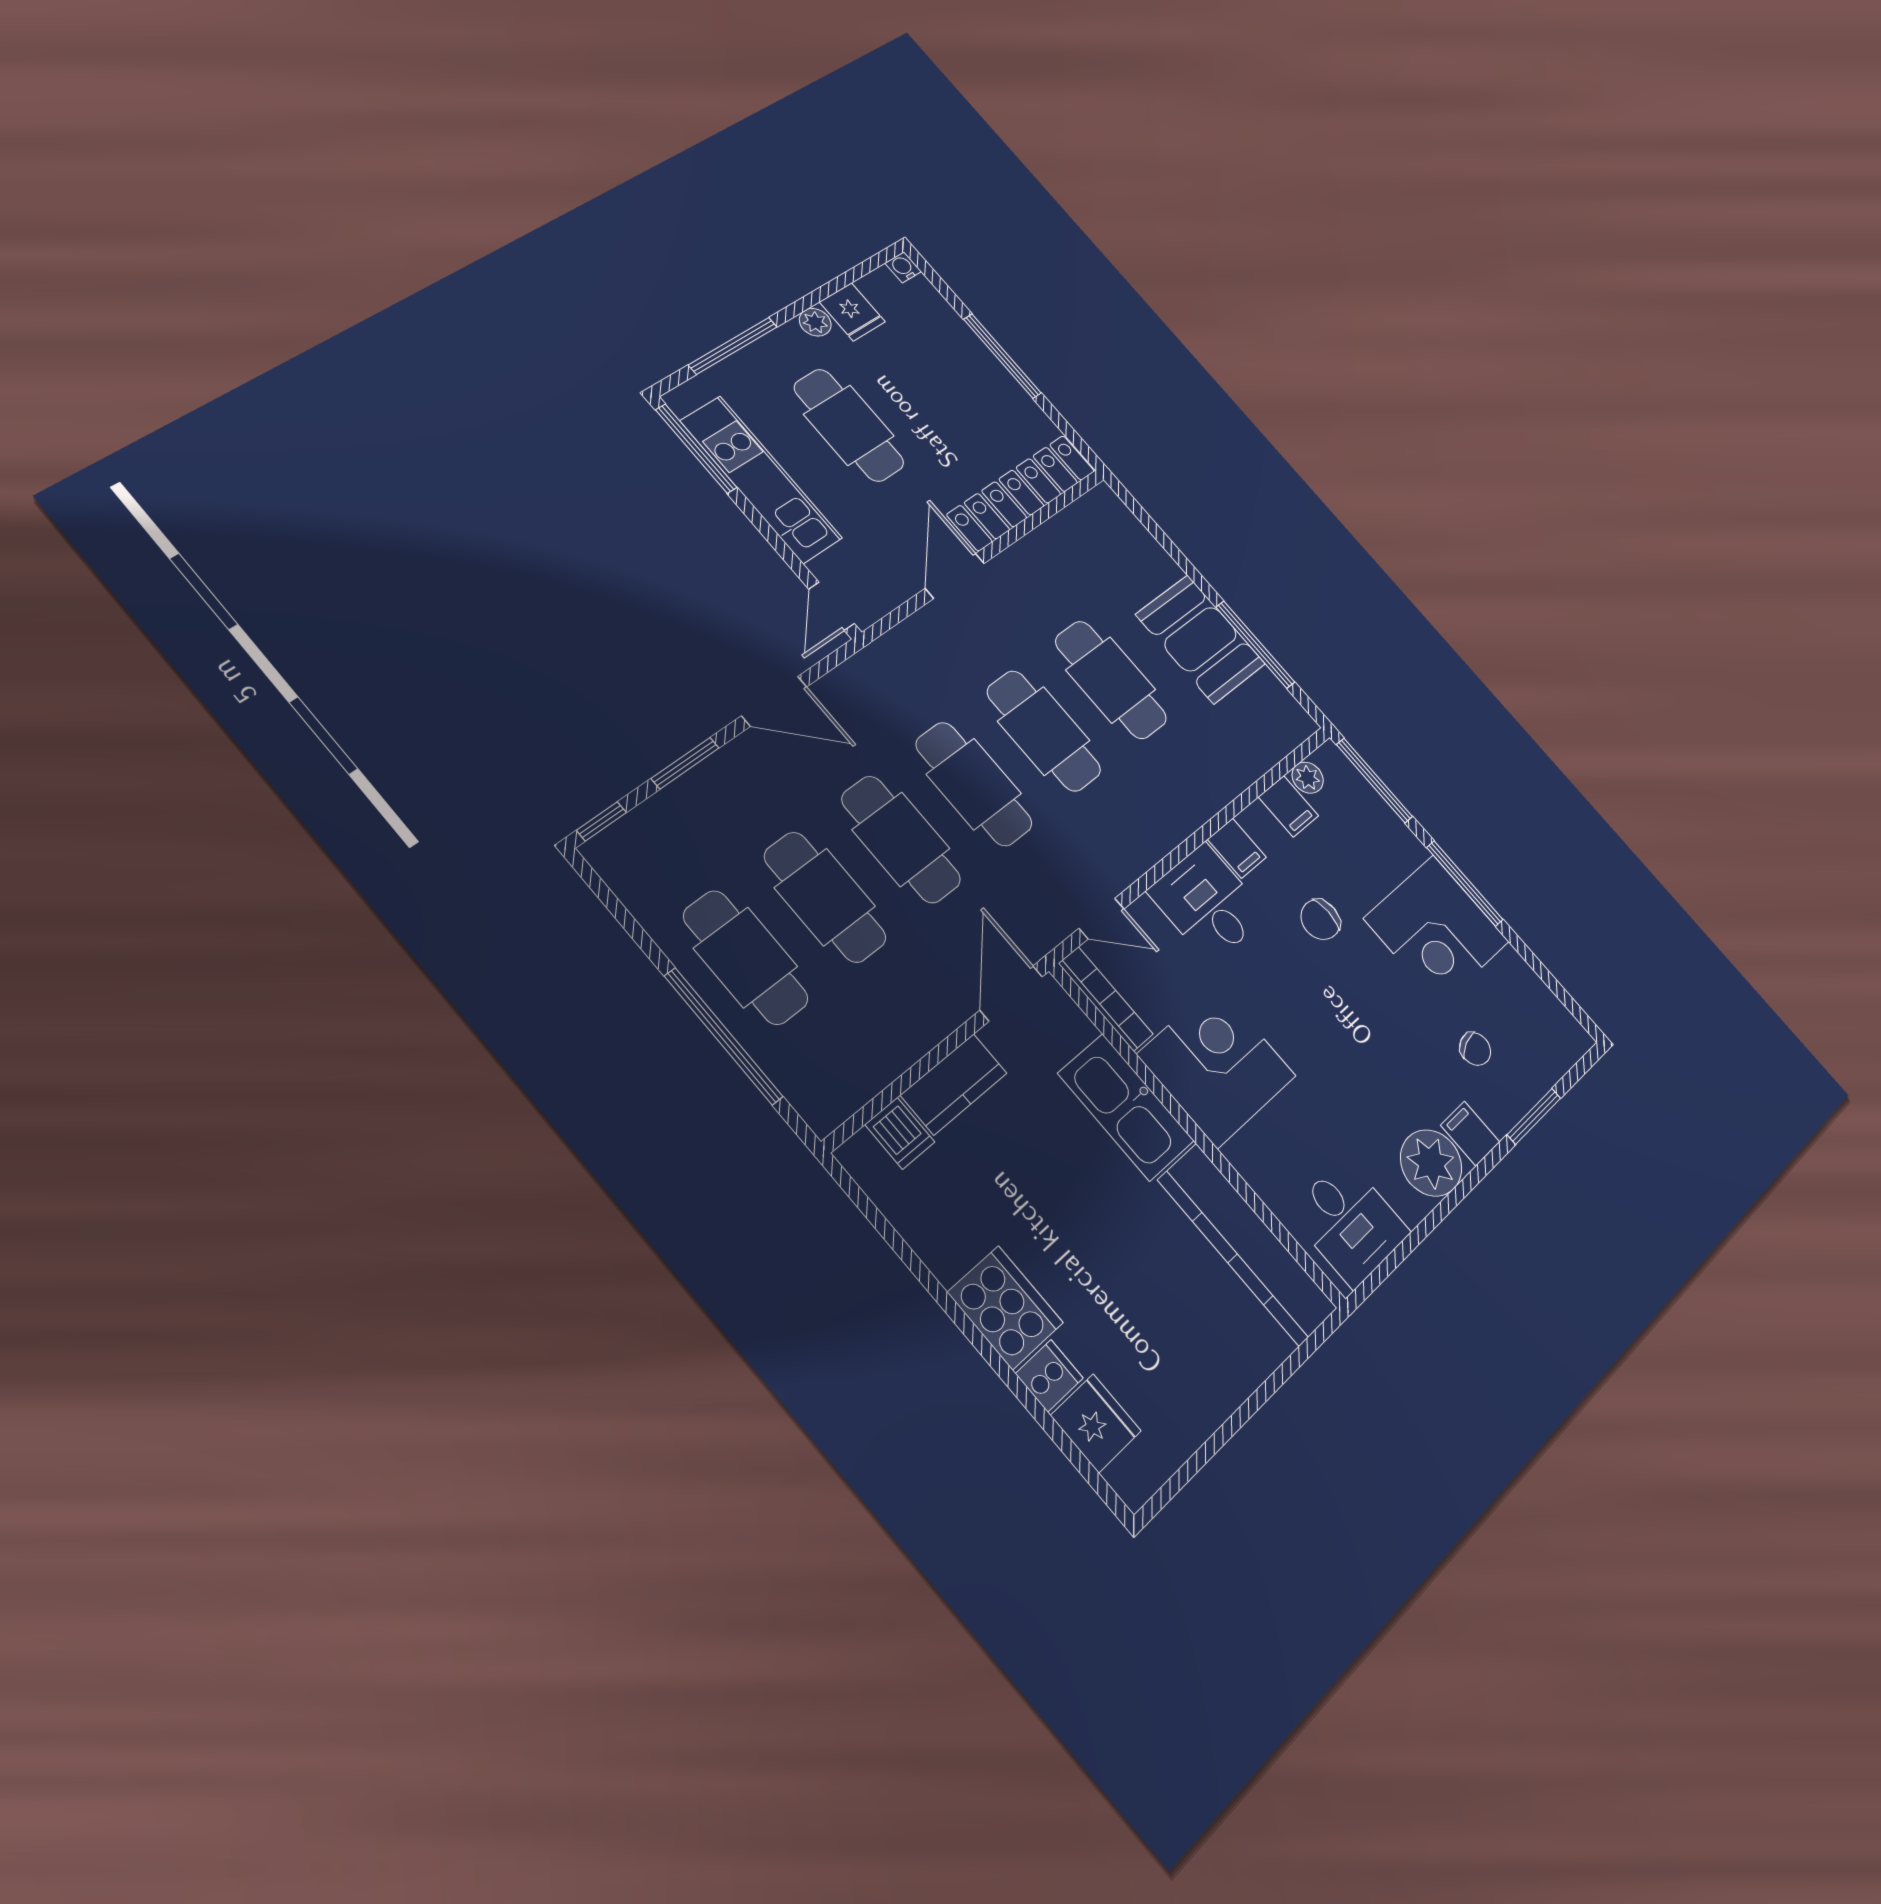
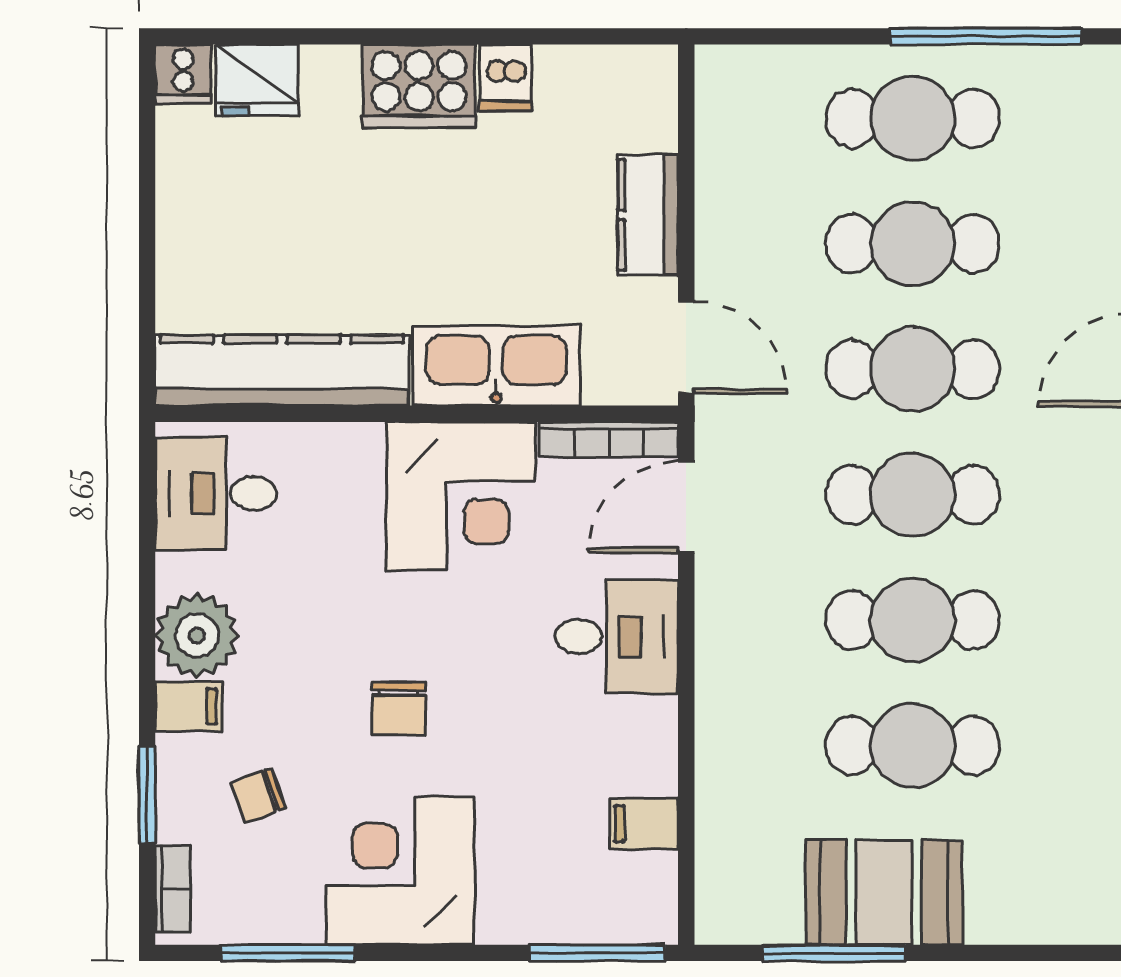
plant: (1308, 778) -> (656, 876), removed
filing cabinet: (1237, 848) -> (645, 723), removed
window: (1465, 884) -> (288, 953), moved
door: (1101, 919) -> (686, 507), width x1.37
chair: (1320, 920) -> (399, 709), moved, turned 180
window: (723, 1036) -> (986, 36), moved
bookcase: (1563, 1058) -> (173, 888), added
dishwasher: (900, 1133) -> (506, 78), moved, turned -90
cooker: (1049, 1376) -> (183, 74), moved

